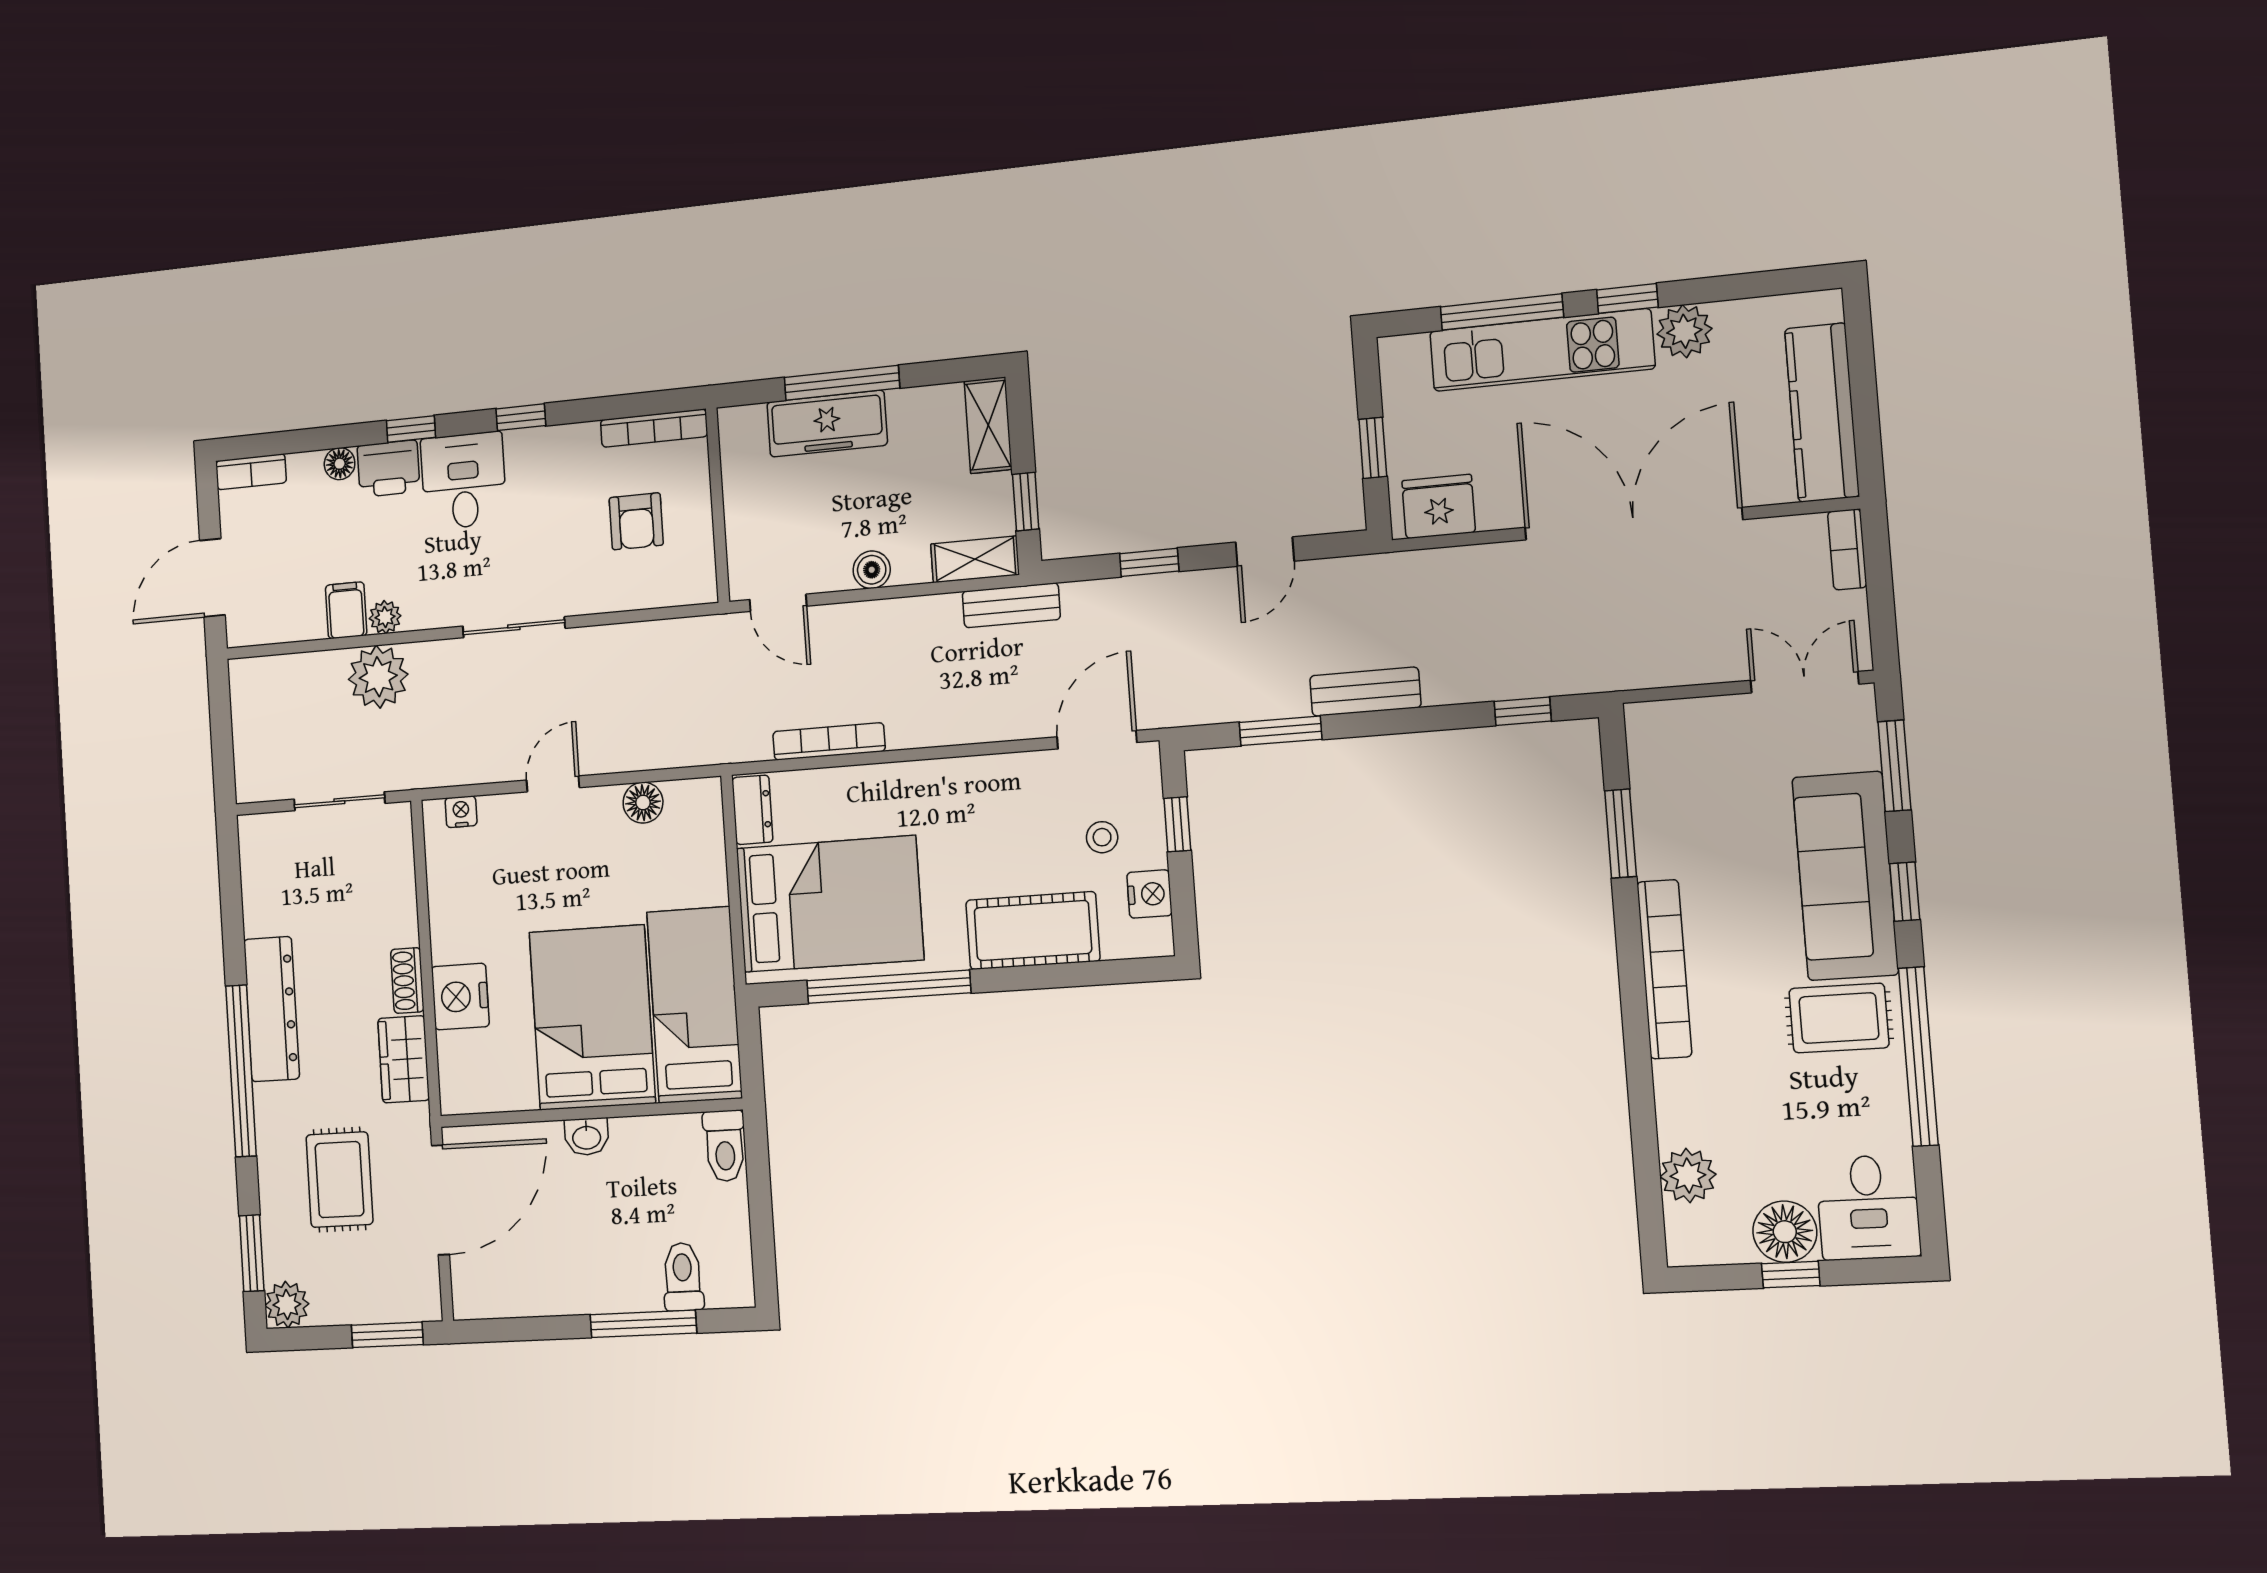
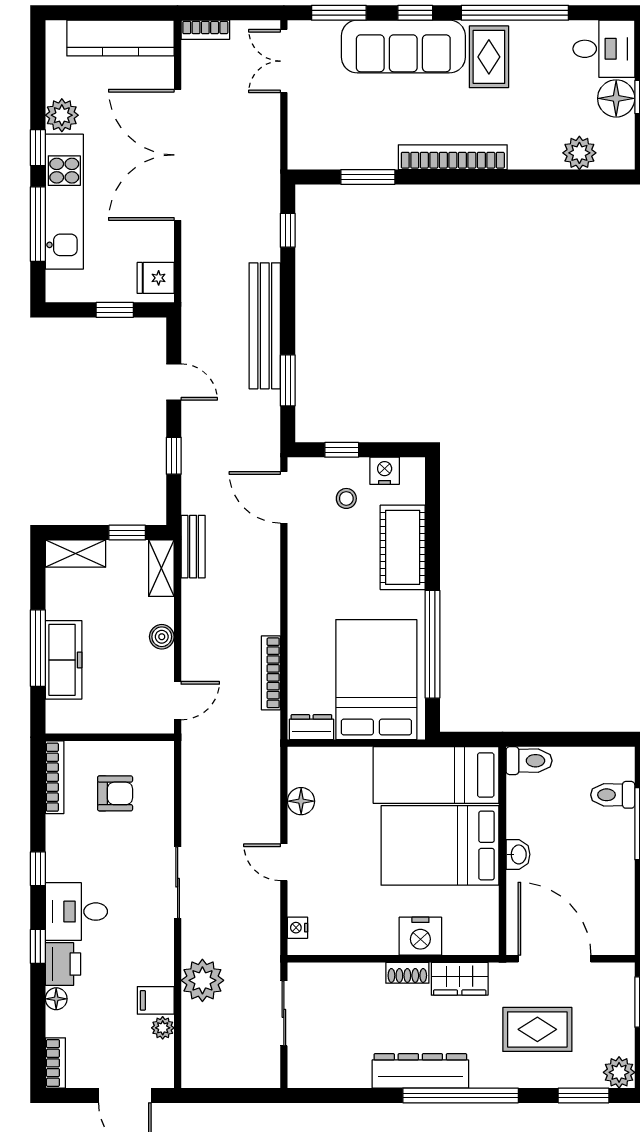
fridge: (1439, 506) -> (156, 278), width x0.72
plant: (385, 617) -> (163, 1028), moved
bench: (1365, 692) -> (265, 326), width x1.86, depth x1.21

